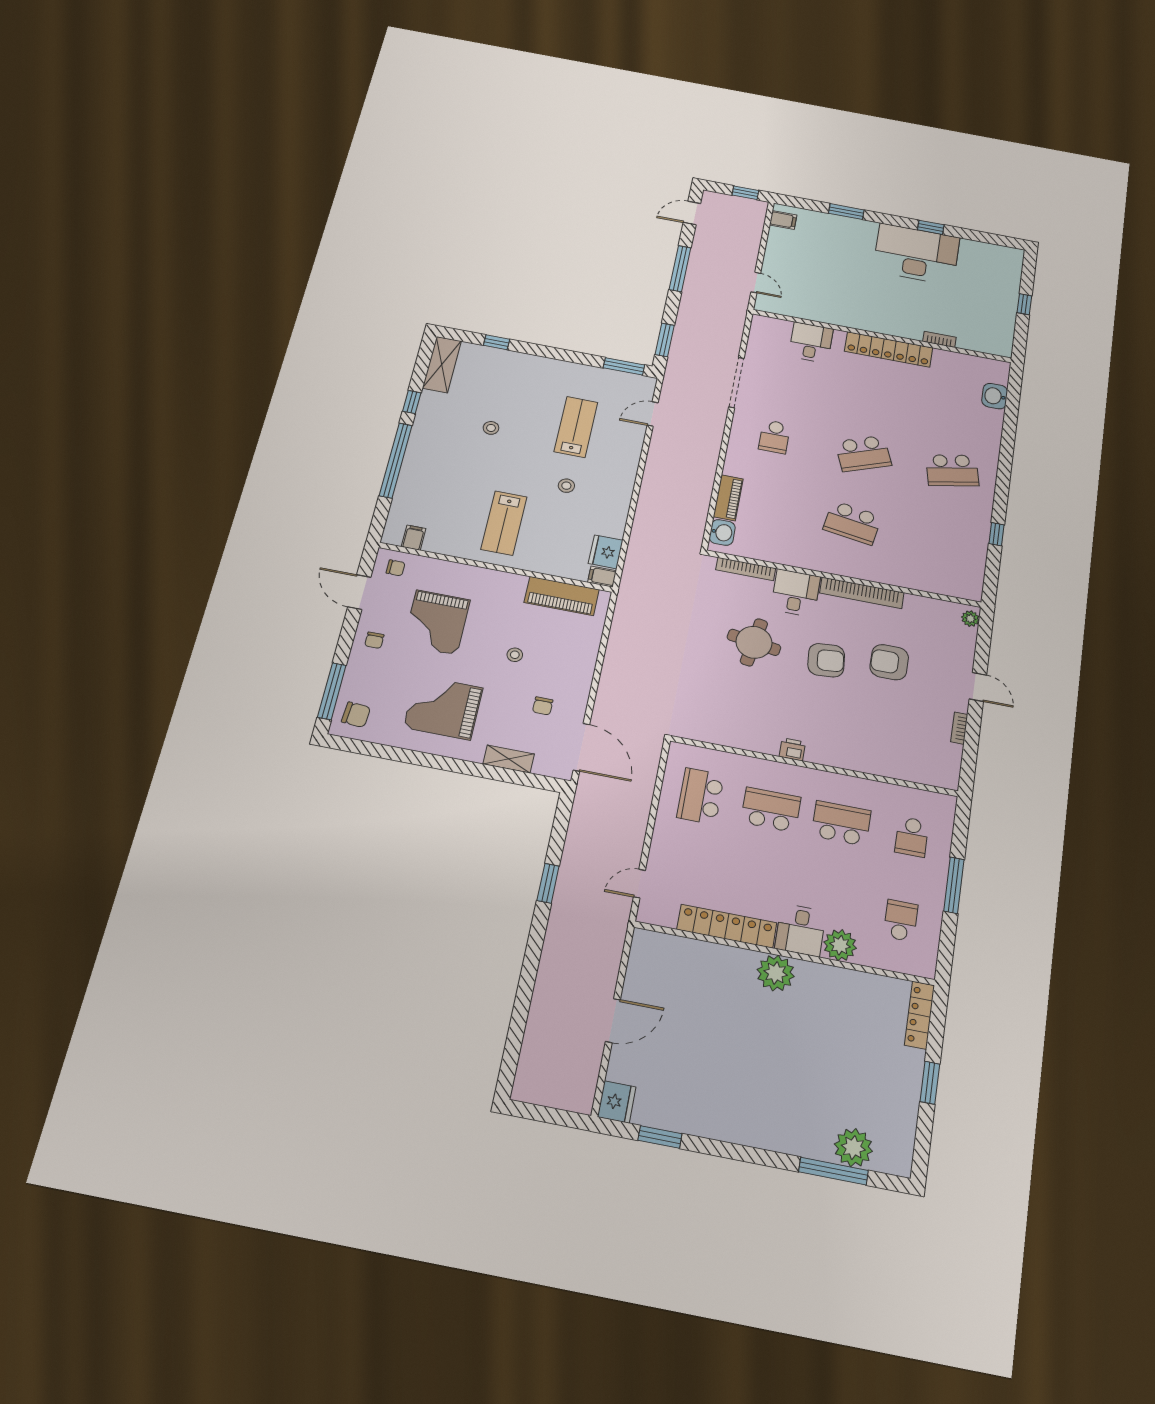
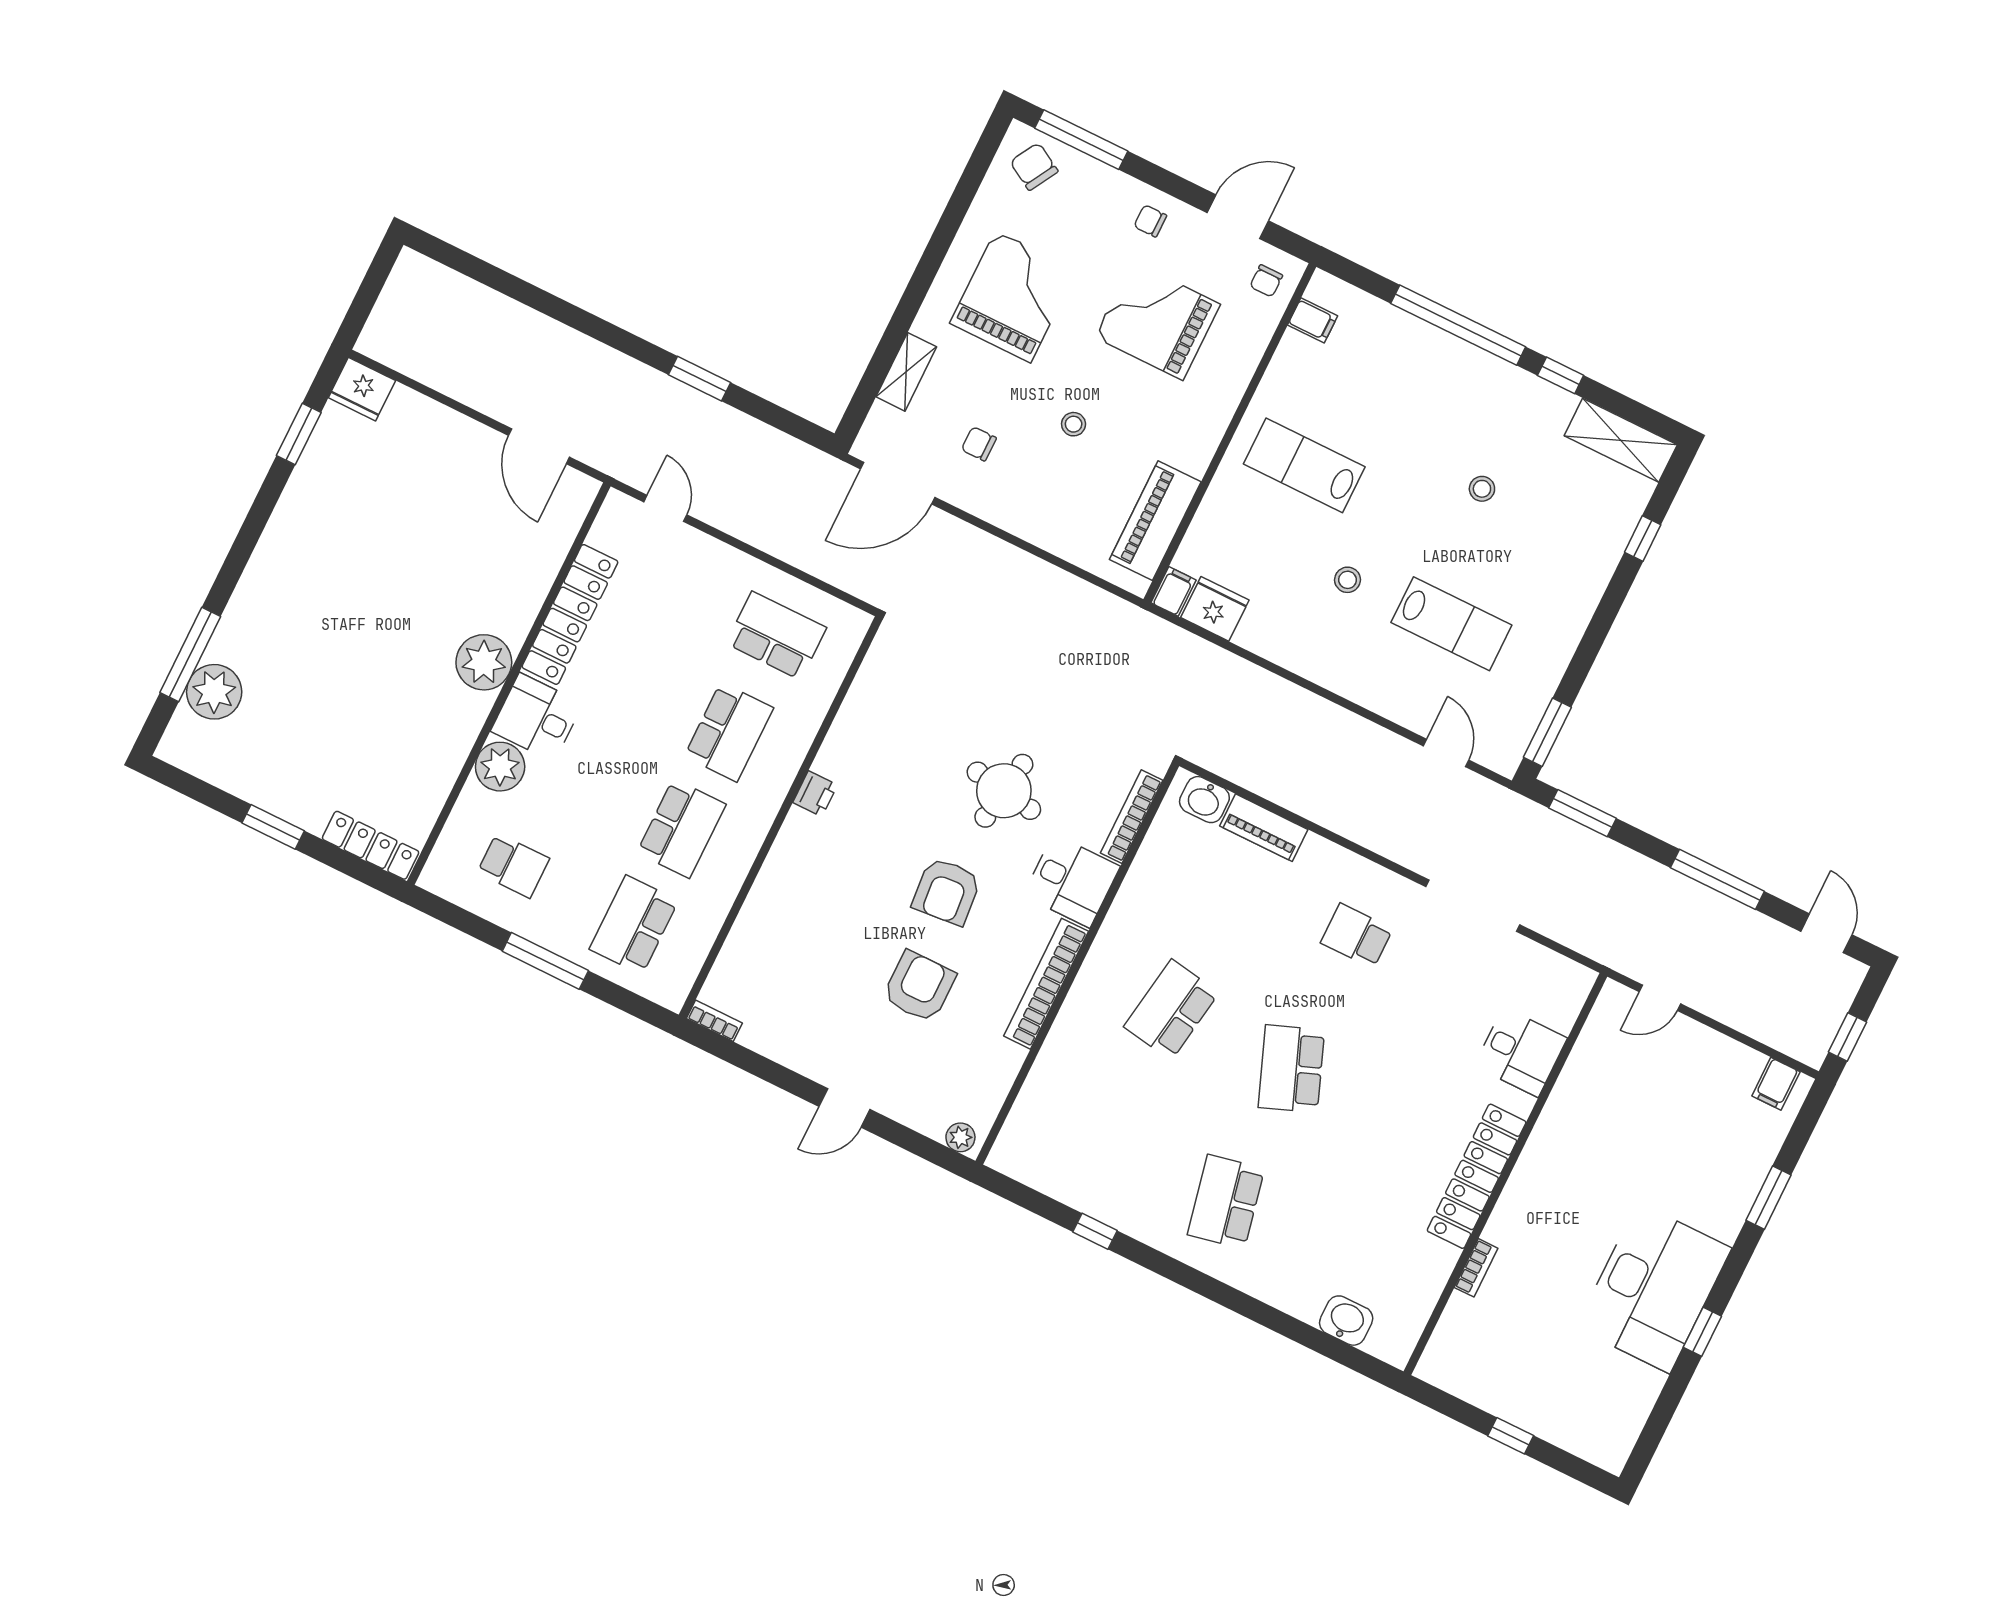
chair: (356, 715) -> (1034, 167), turned 116
bookcase: (959, 728) -> (714, 1021), moved
school desk: (912, 837) -> (634, 925), width x1.85
door: (613, 1021) -> (539, 446), moved

